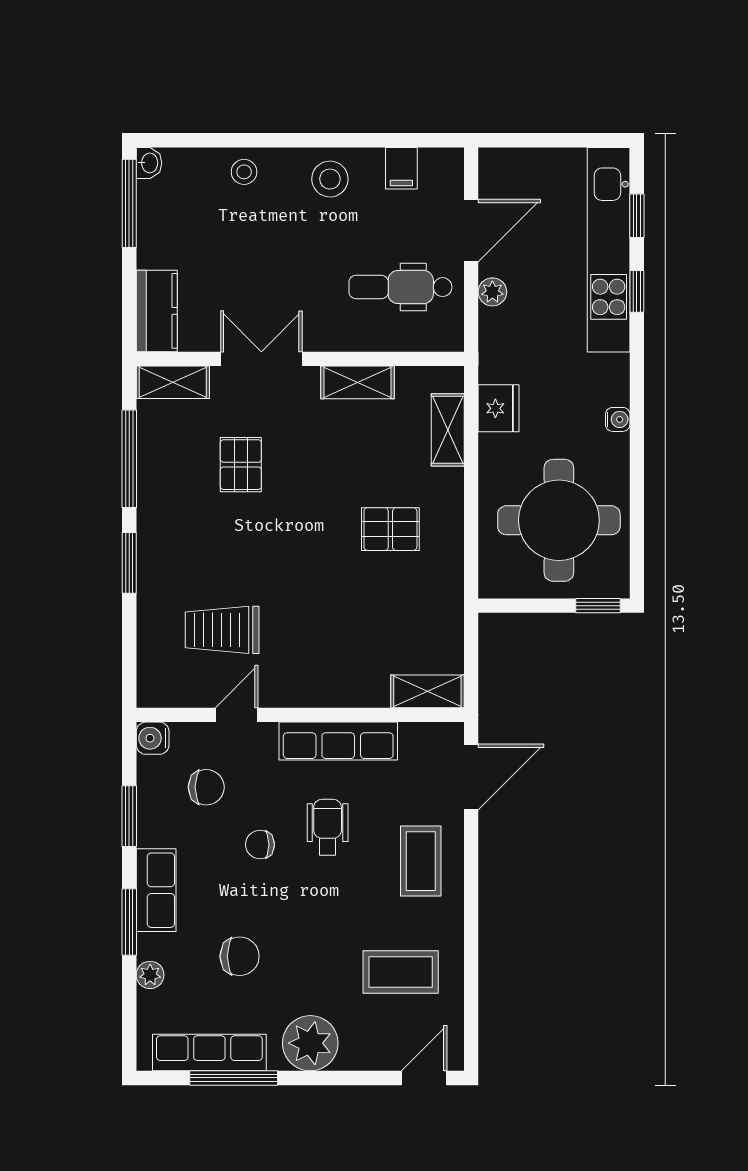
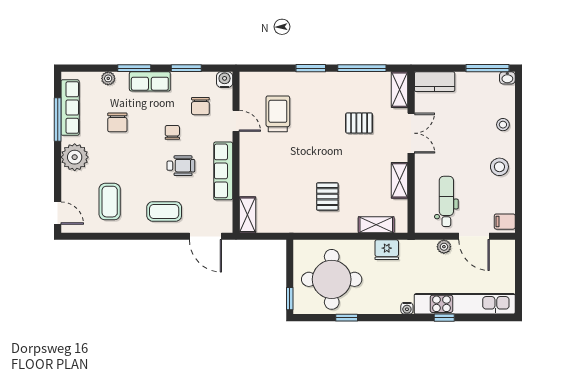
filing cabinet: (401, 168) -> (505, 222), moved
window: (637, 216) -> (347, 318), moved
water cooler: (618, 419) -> (407, 308), moved

